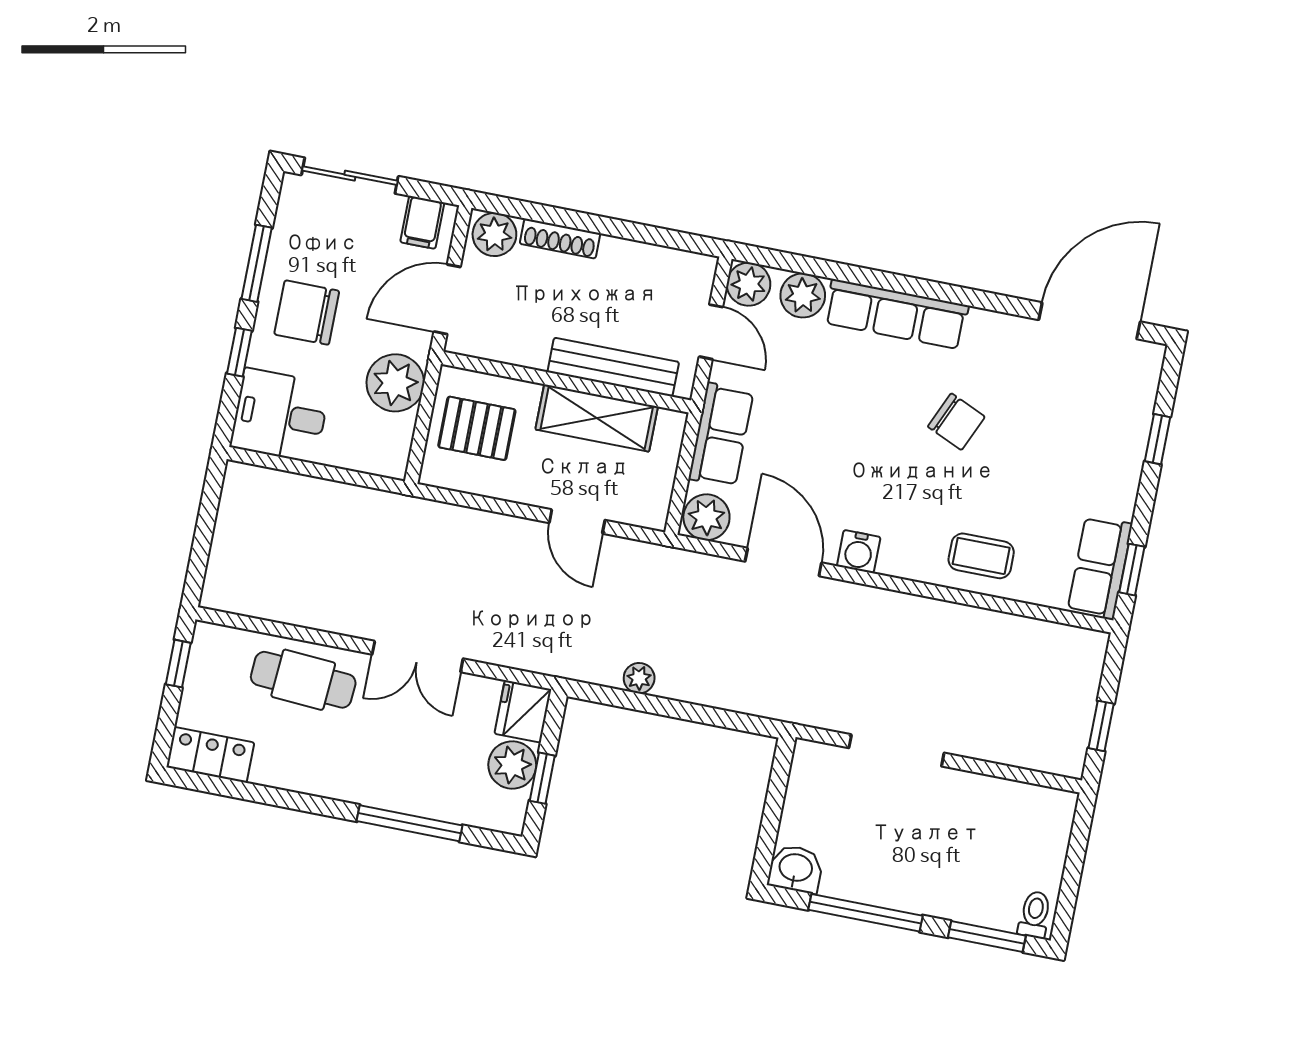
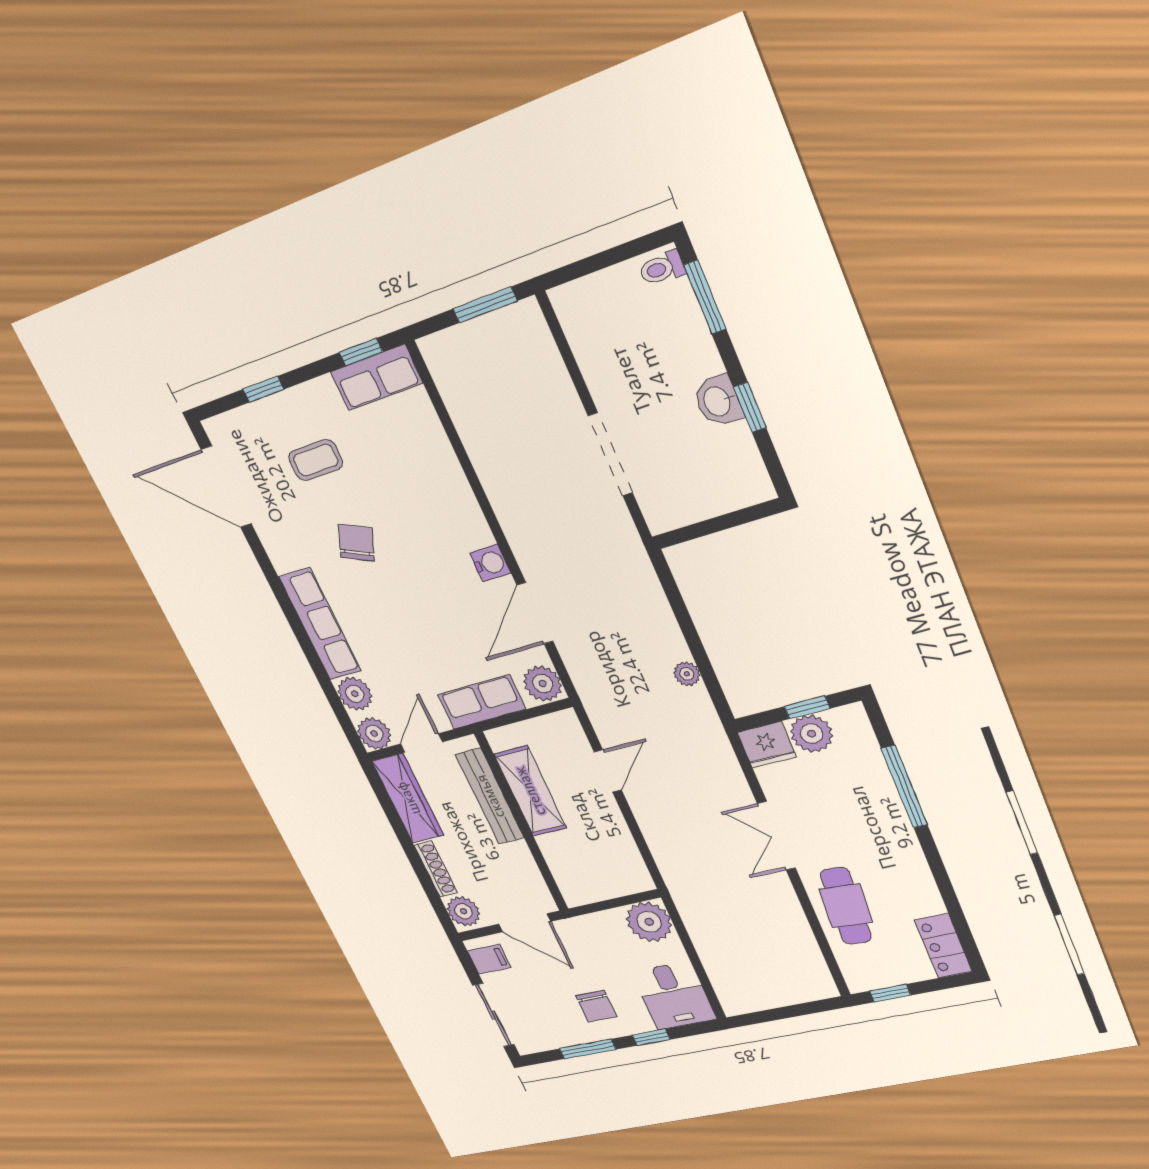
wardrobe: (657, 267) -> (408, 798), added
chair: (307, 313) -> (596, 1006), width x0.73, depth x0.73
plant: (395, 383) -> (649, 922), moved
pallet: (477, 428) -> (593, 867), removed
coffee table: (981, 556) -> (316, 460), moved, turned 90
double door: (418, 656) -> (776, 836), swing flipped
window: (1101, 726) -> (485, 305), width x1.50
washbasin: (796, 869) -> (718, 401), moved
window: (866, 913) -> (750, 407), width x0.46

